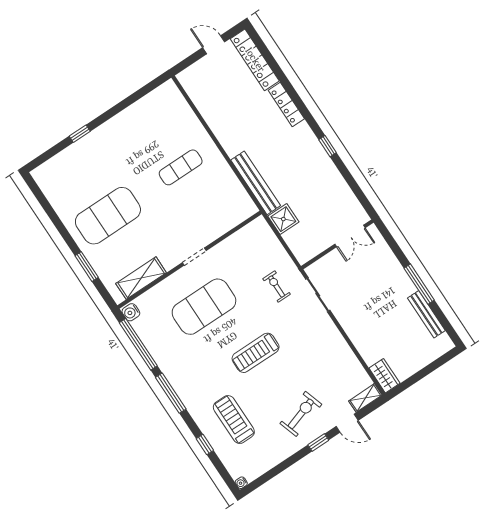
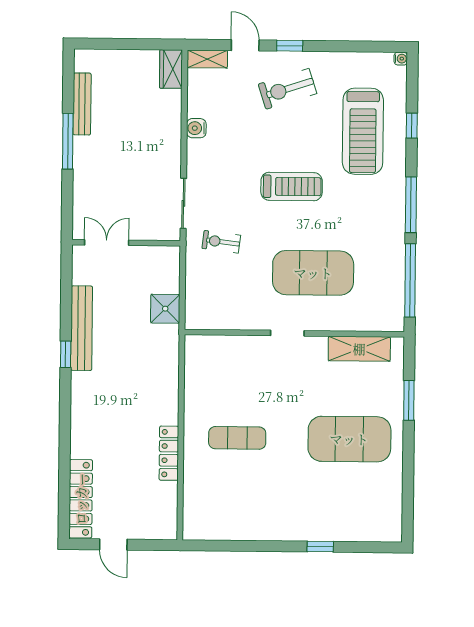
locker: (286, 104) -> (169, 453), moved, turned 180
bench: (256, 183) -> (82, 328), moved
exercise bike: (277, 286) -> (221, 242), turned 97
water cooler: (131, 312) -> (196, 128), moved, turned 180
treadmill: (234, 419) -> (363, 131), width x1.37, depth x1.38

